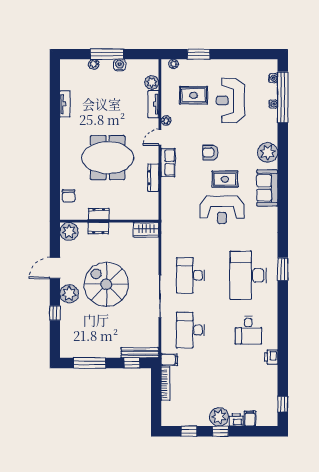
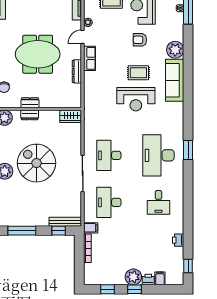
armchair: (210, 153) -> (140, 40), moved
sofa: (267, 188) -> (175, 80), width x1.36
printer: (271, 357) -> (178, 240), moved

